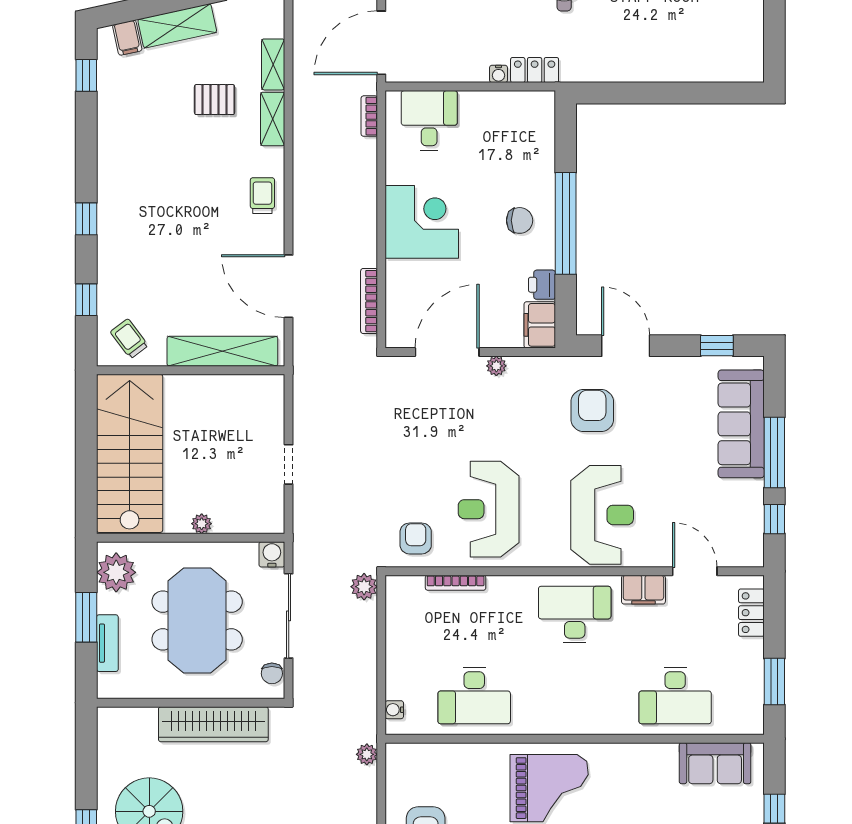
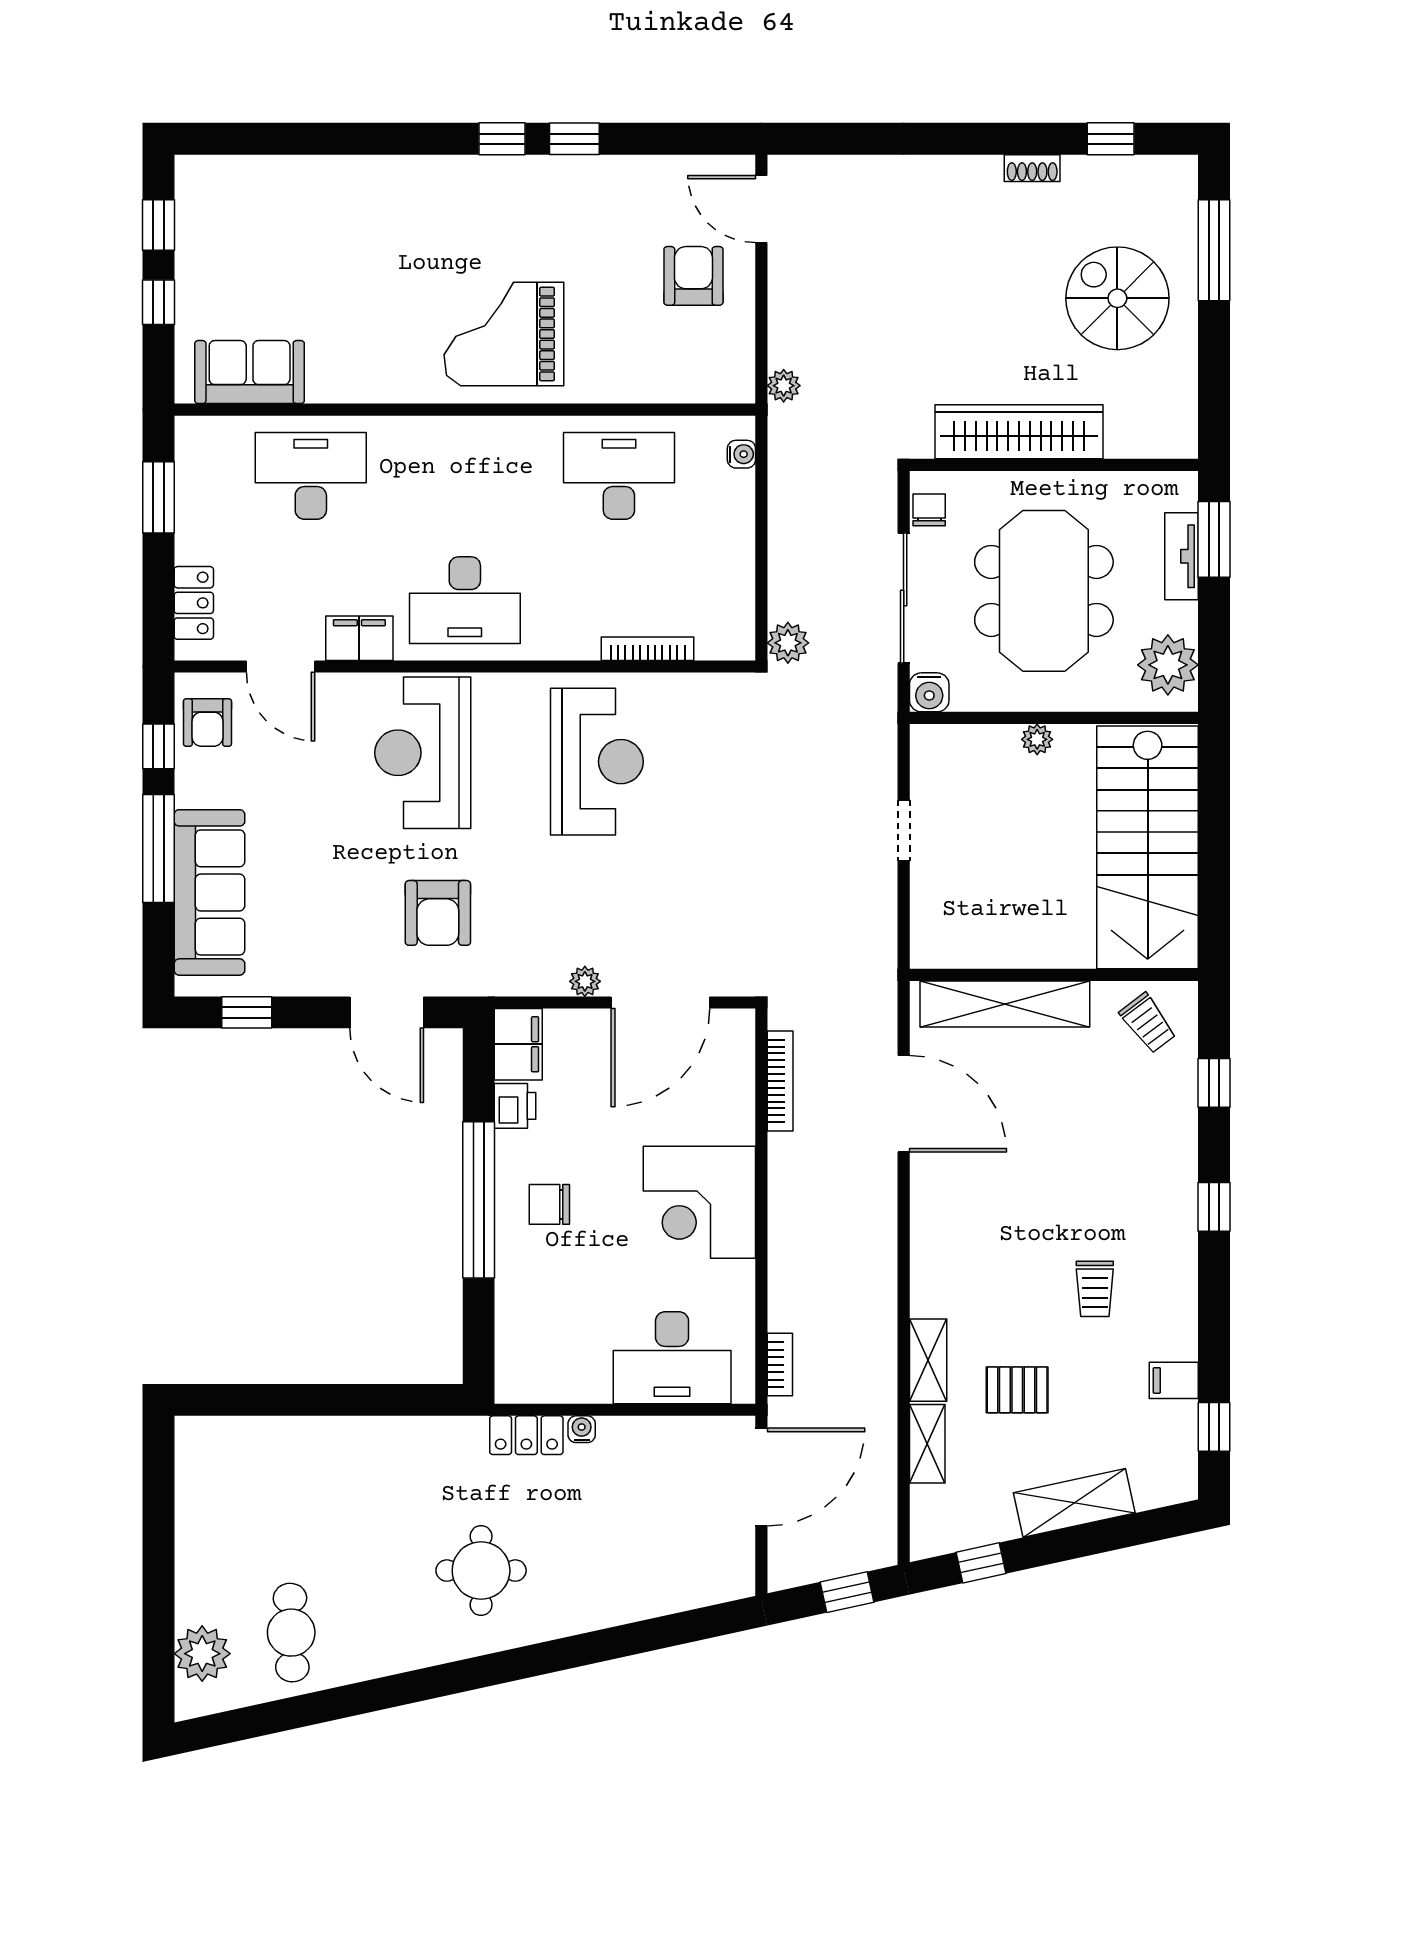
filing cabinet: (127, 38) -> (1174, 1380), moved, turned -78
desk: (429, 121) -> (672, 1358), width x1.37
trolley: (262, 196) -> (1095, 1289), moved
armchair: (416, 538) -> (208, 723), moved
window: (86, 617) -> (1214, 539), moved

